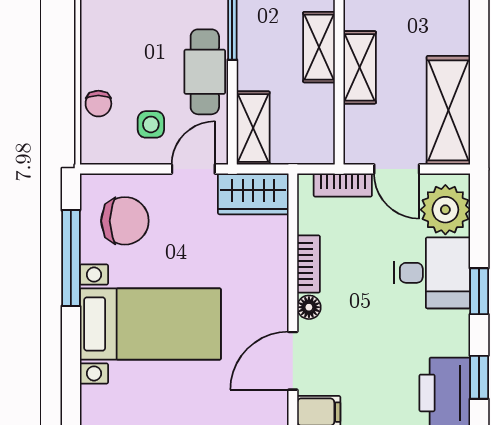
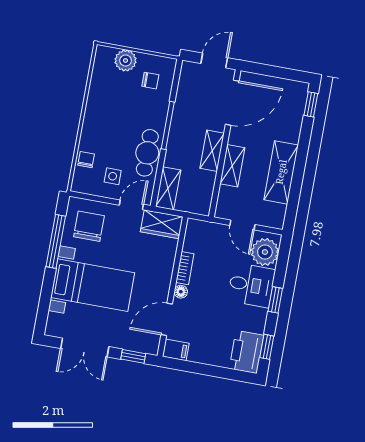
chair: (98, 104) -> (86, 160), turned 180
shelving: (448, 110) -> (281, 172), moved
bookcase: (343, 185) -> (211, 228), removed
chair: (125, 221) -> (89, 226), turned -90

